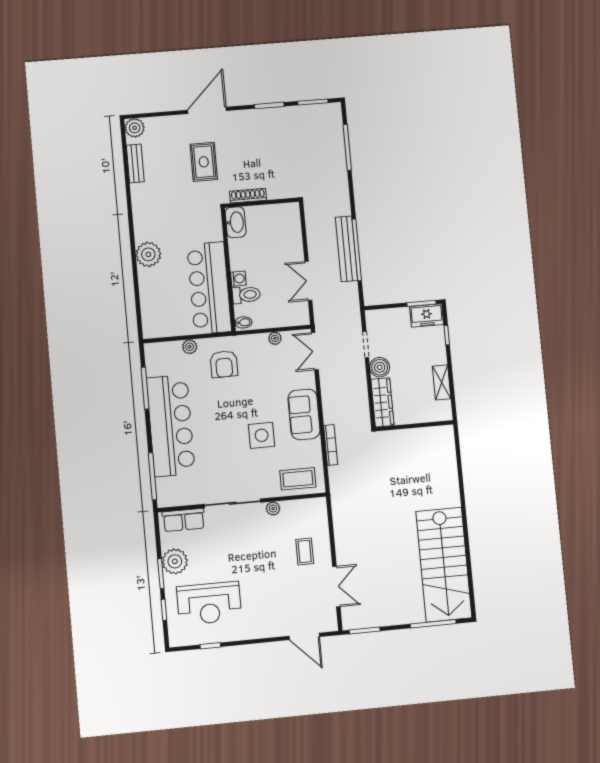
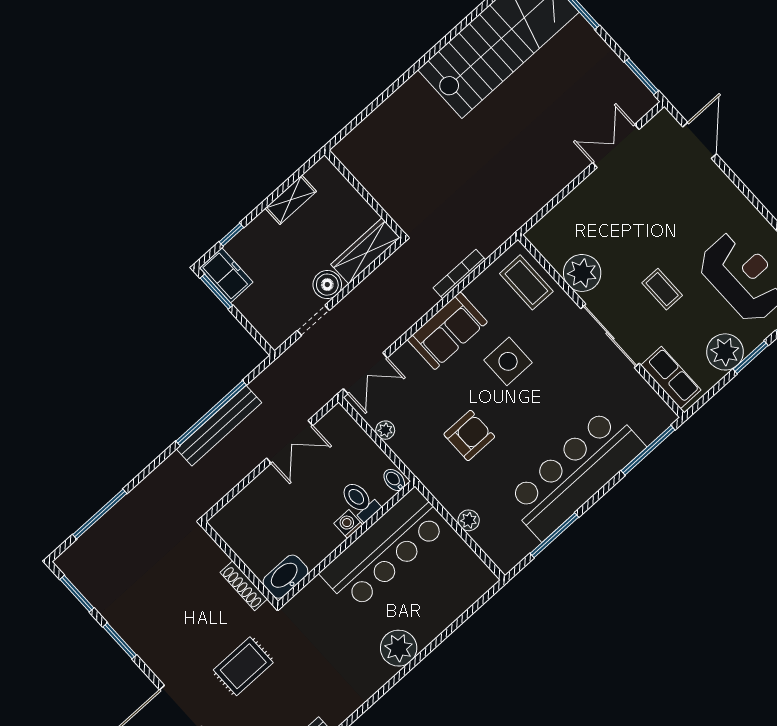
armchair: (224, 364) -> (469, 435), moved
plant: (273, 509) -> (582, 273), width x1.88, depth x1.88
coffee table: (305, 552) -> (662, 289), moved, turned 90

